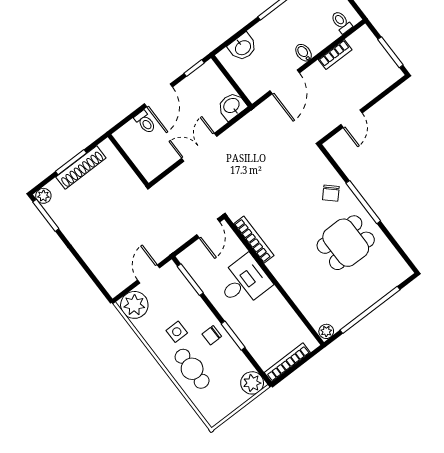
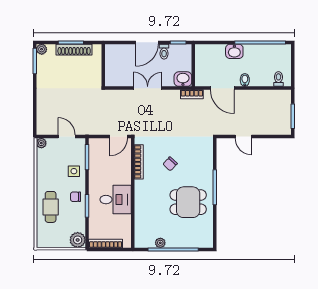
washbasin: (243, 47) -> (234, 51), moved
bookcase: (335, 55) -> (192, 94), moved
door: (285, 82) -> (222, 88), hinge flipped
door: (352, 119) -> (243, 136), hinge flipped
toilet: (145, 122) -> (164, 52), moved
chair: (331, 193) -> (170, 164), moved
door: (149, 274) -> (67, 136), hinge flipped
desk: (244, 282) -> (116, 200), moved
plant: (134, 305) -> (41, 143), width x0.53, depth x0.53
plant: (326, 331) -> (160, 243), moved
side table: (177, 332) -> (74, 171), moved

